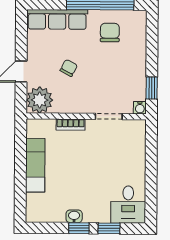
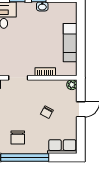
row of seats: (57, 19) -> (62, 147), width x0.68
plant: (40, 100) -> (72, 85), width x0.53, depth x0.53

